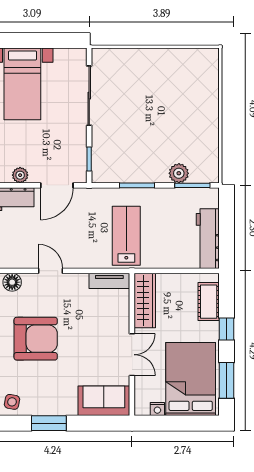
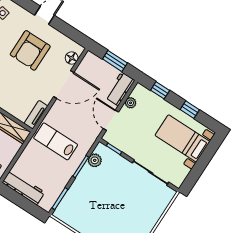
plant: (179, 173) -> (95, 160), moved
lab bench: (126, 236) -> (56, 141), turned 180
door: (51, 271) -> (64, 84), width x1.88

